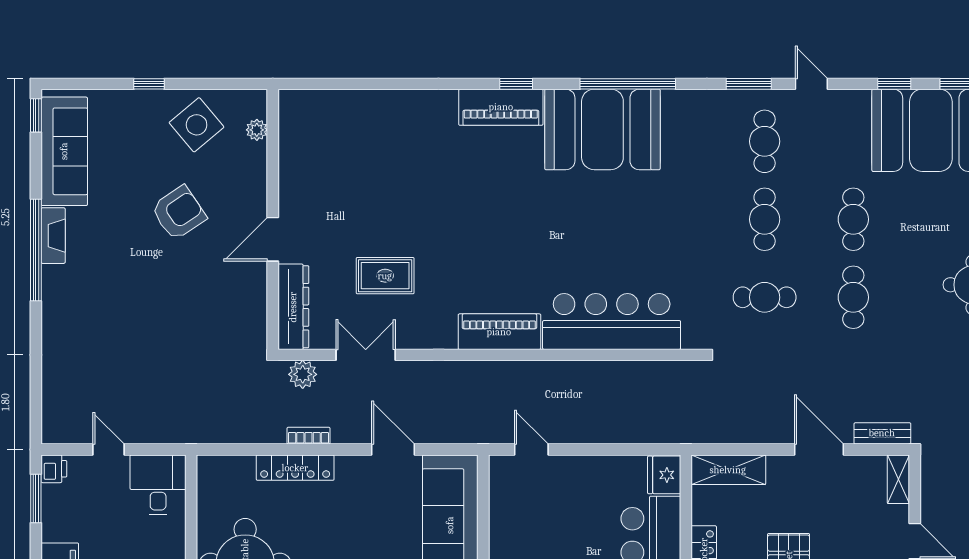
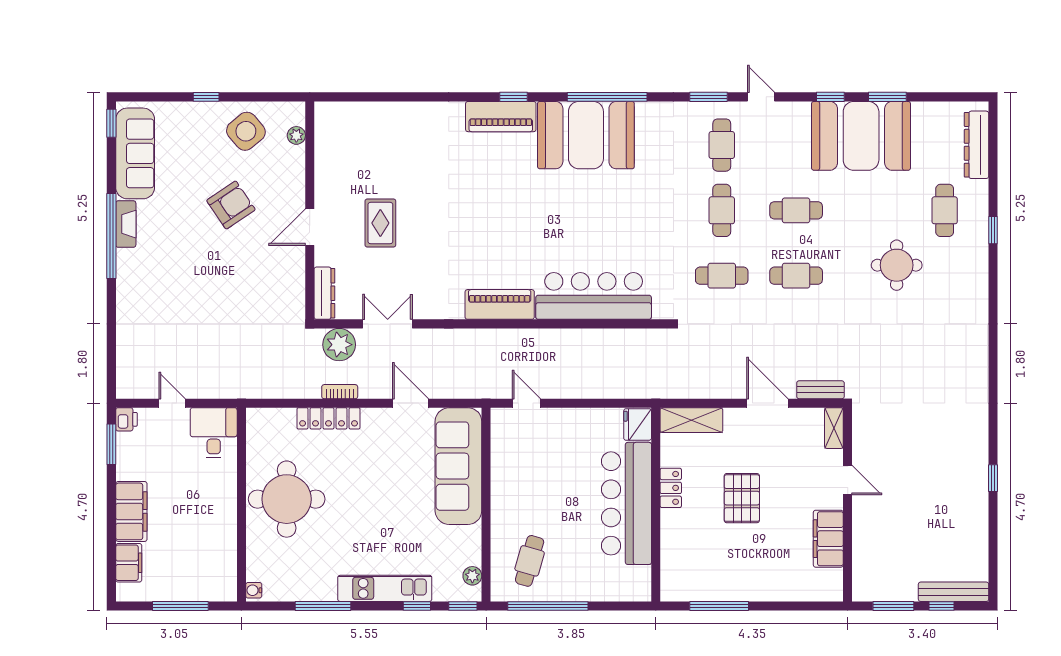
cafe table: (853, 219) -> (796, 210), turned 90
rug: (385, 276) -> (380, 223), moved, turned 90
cafe table: (853, 297) -> (796, 276), turned 90
dresser: (293, 307) -> (324, 293), width x0.73, depth x0.80
plant: (303, 374) -> (339, 345), width x1.36, depth x1.36

